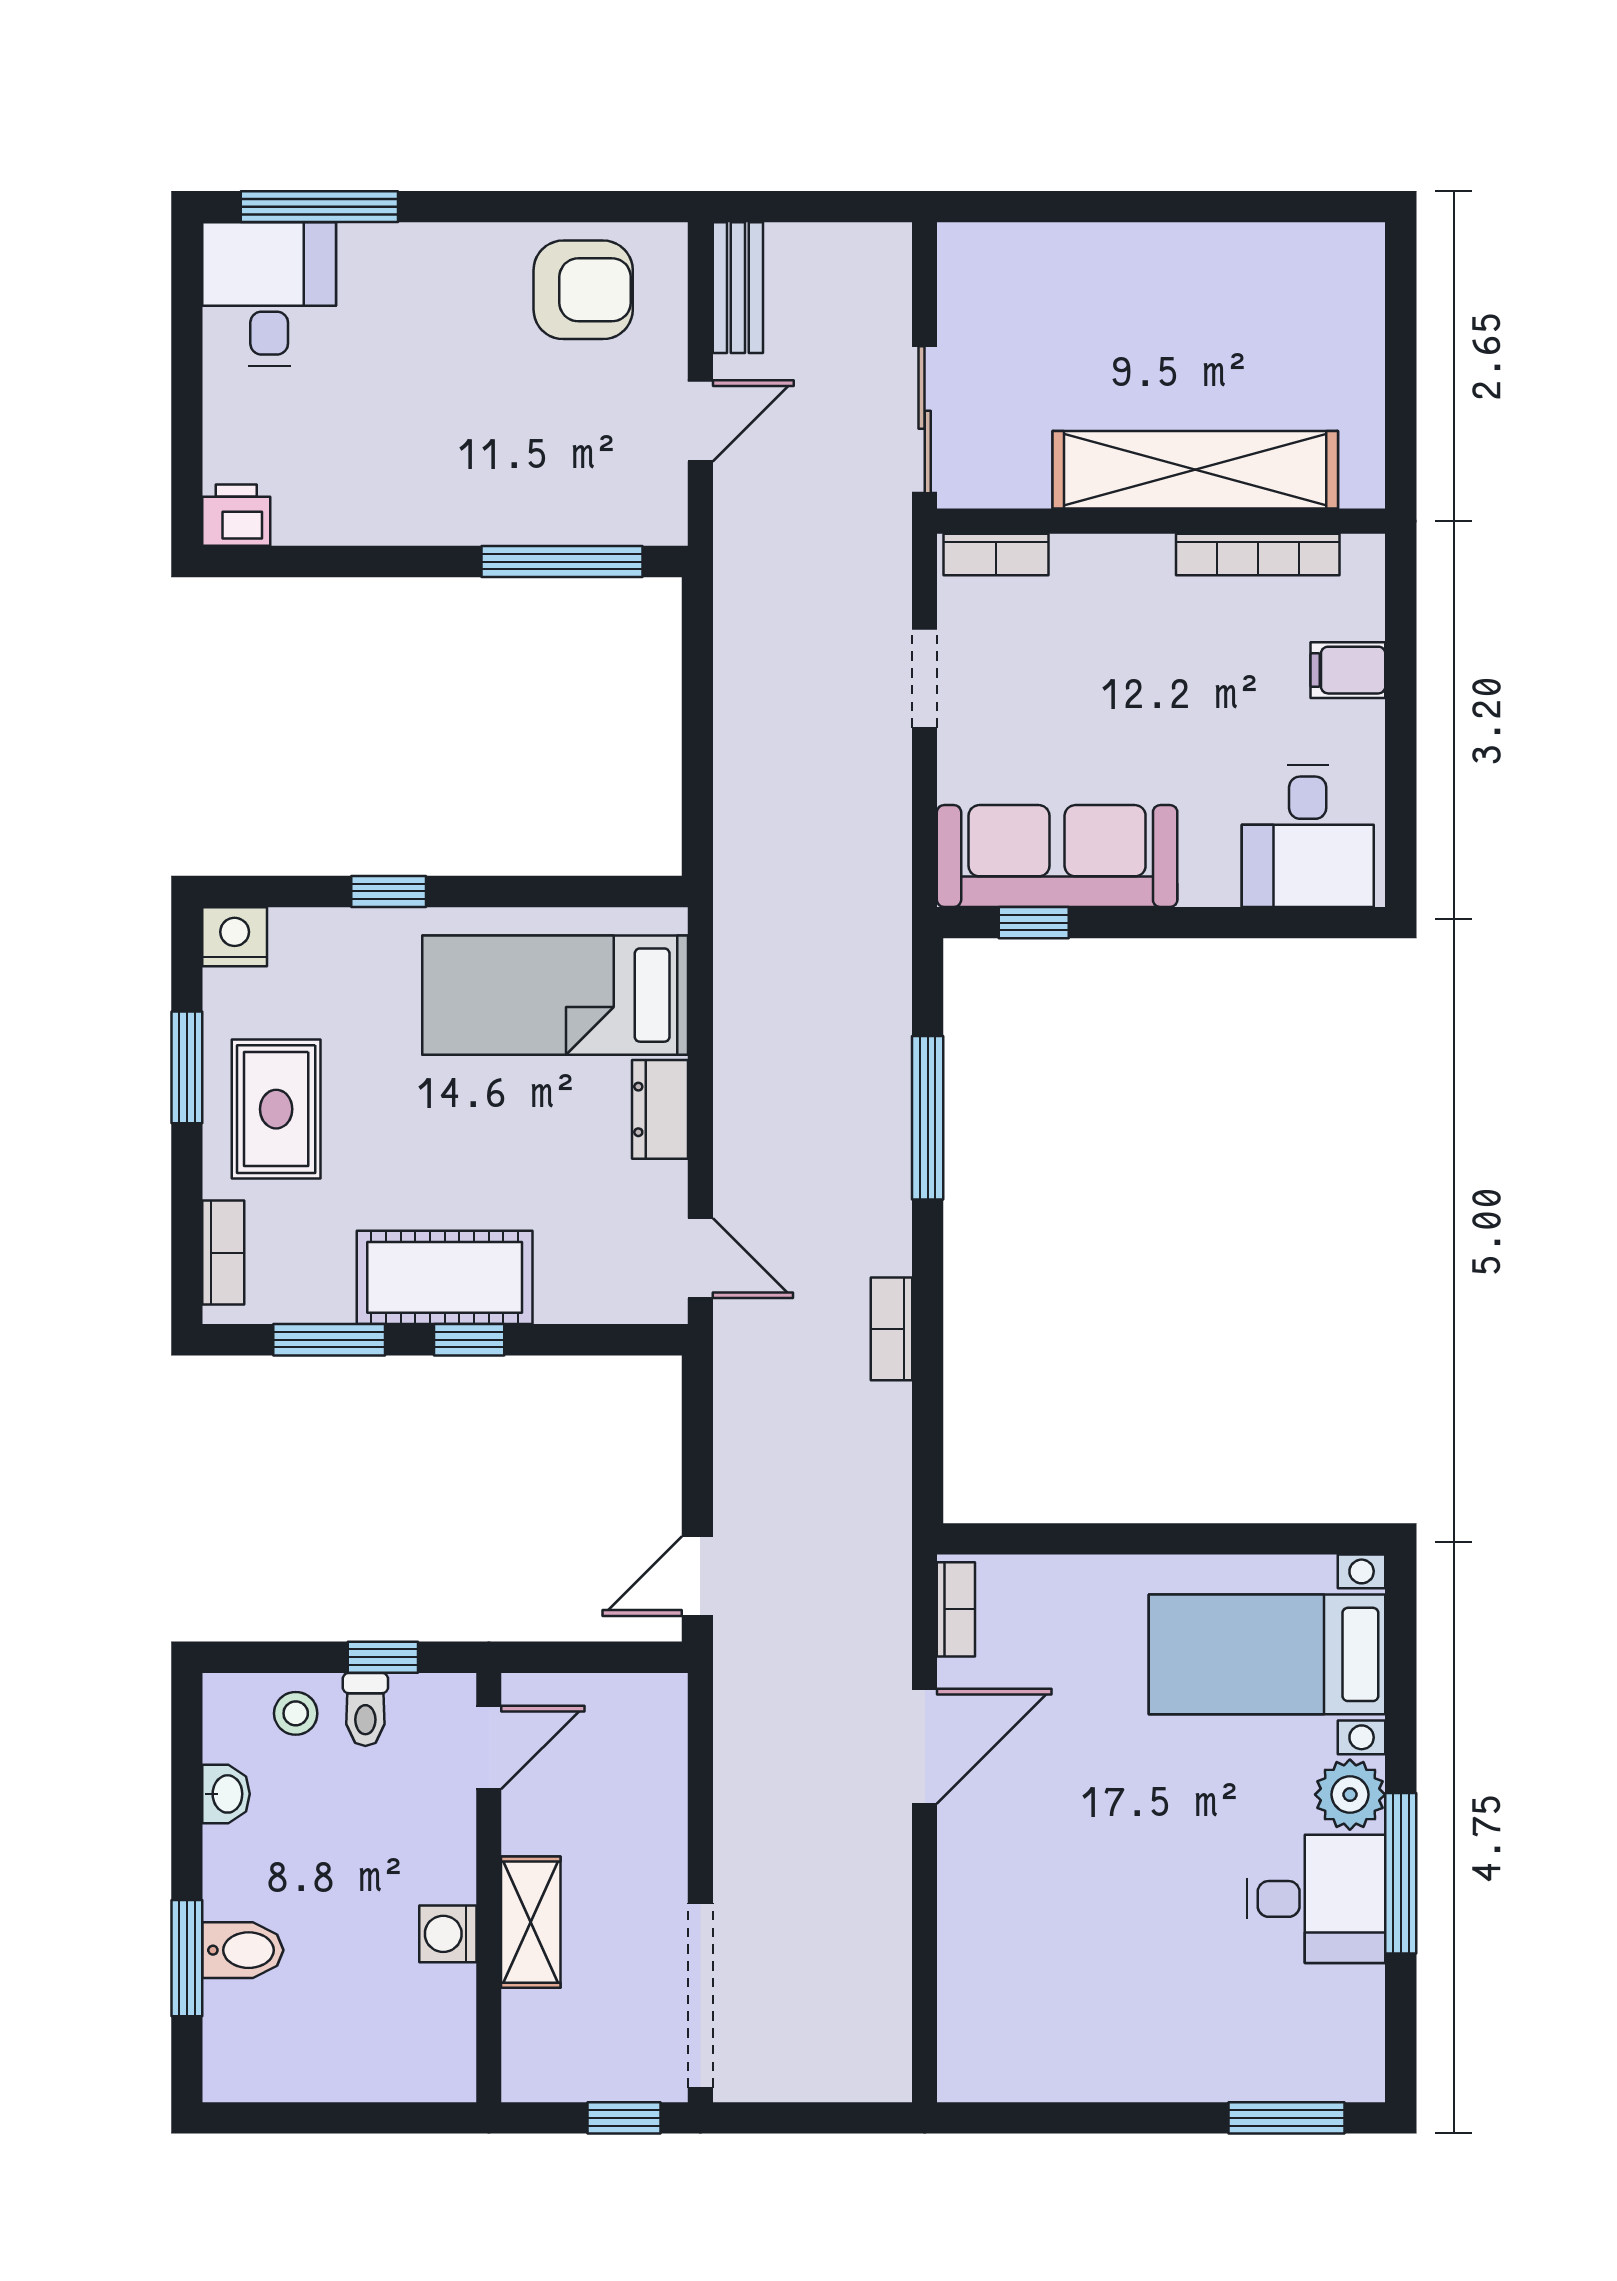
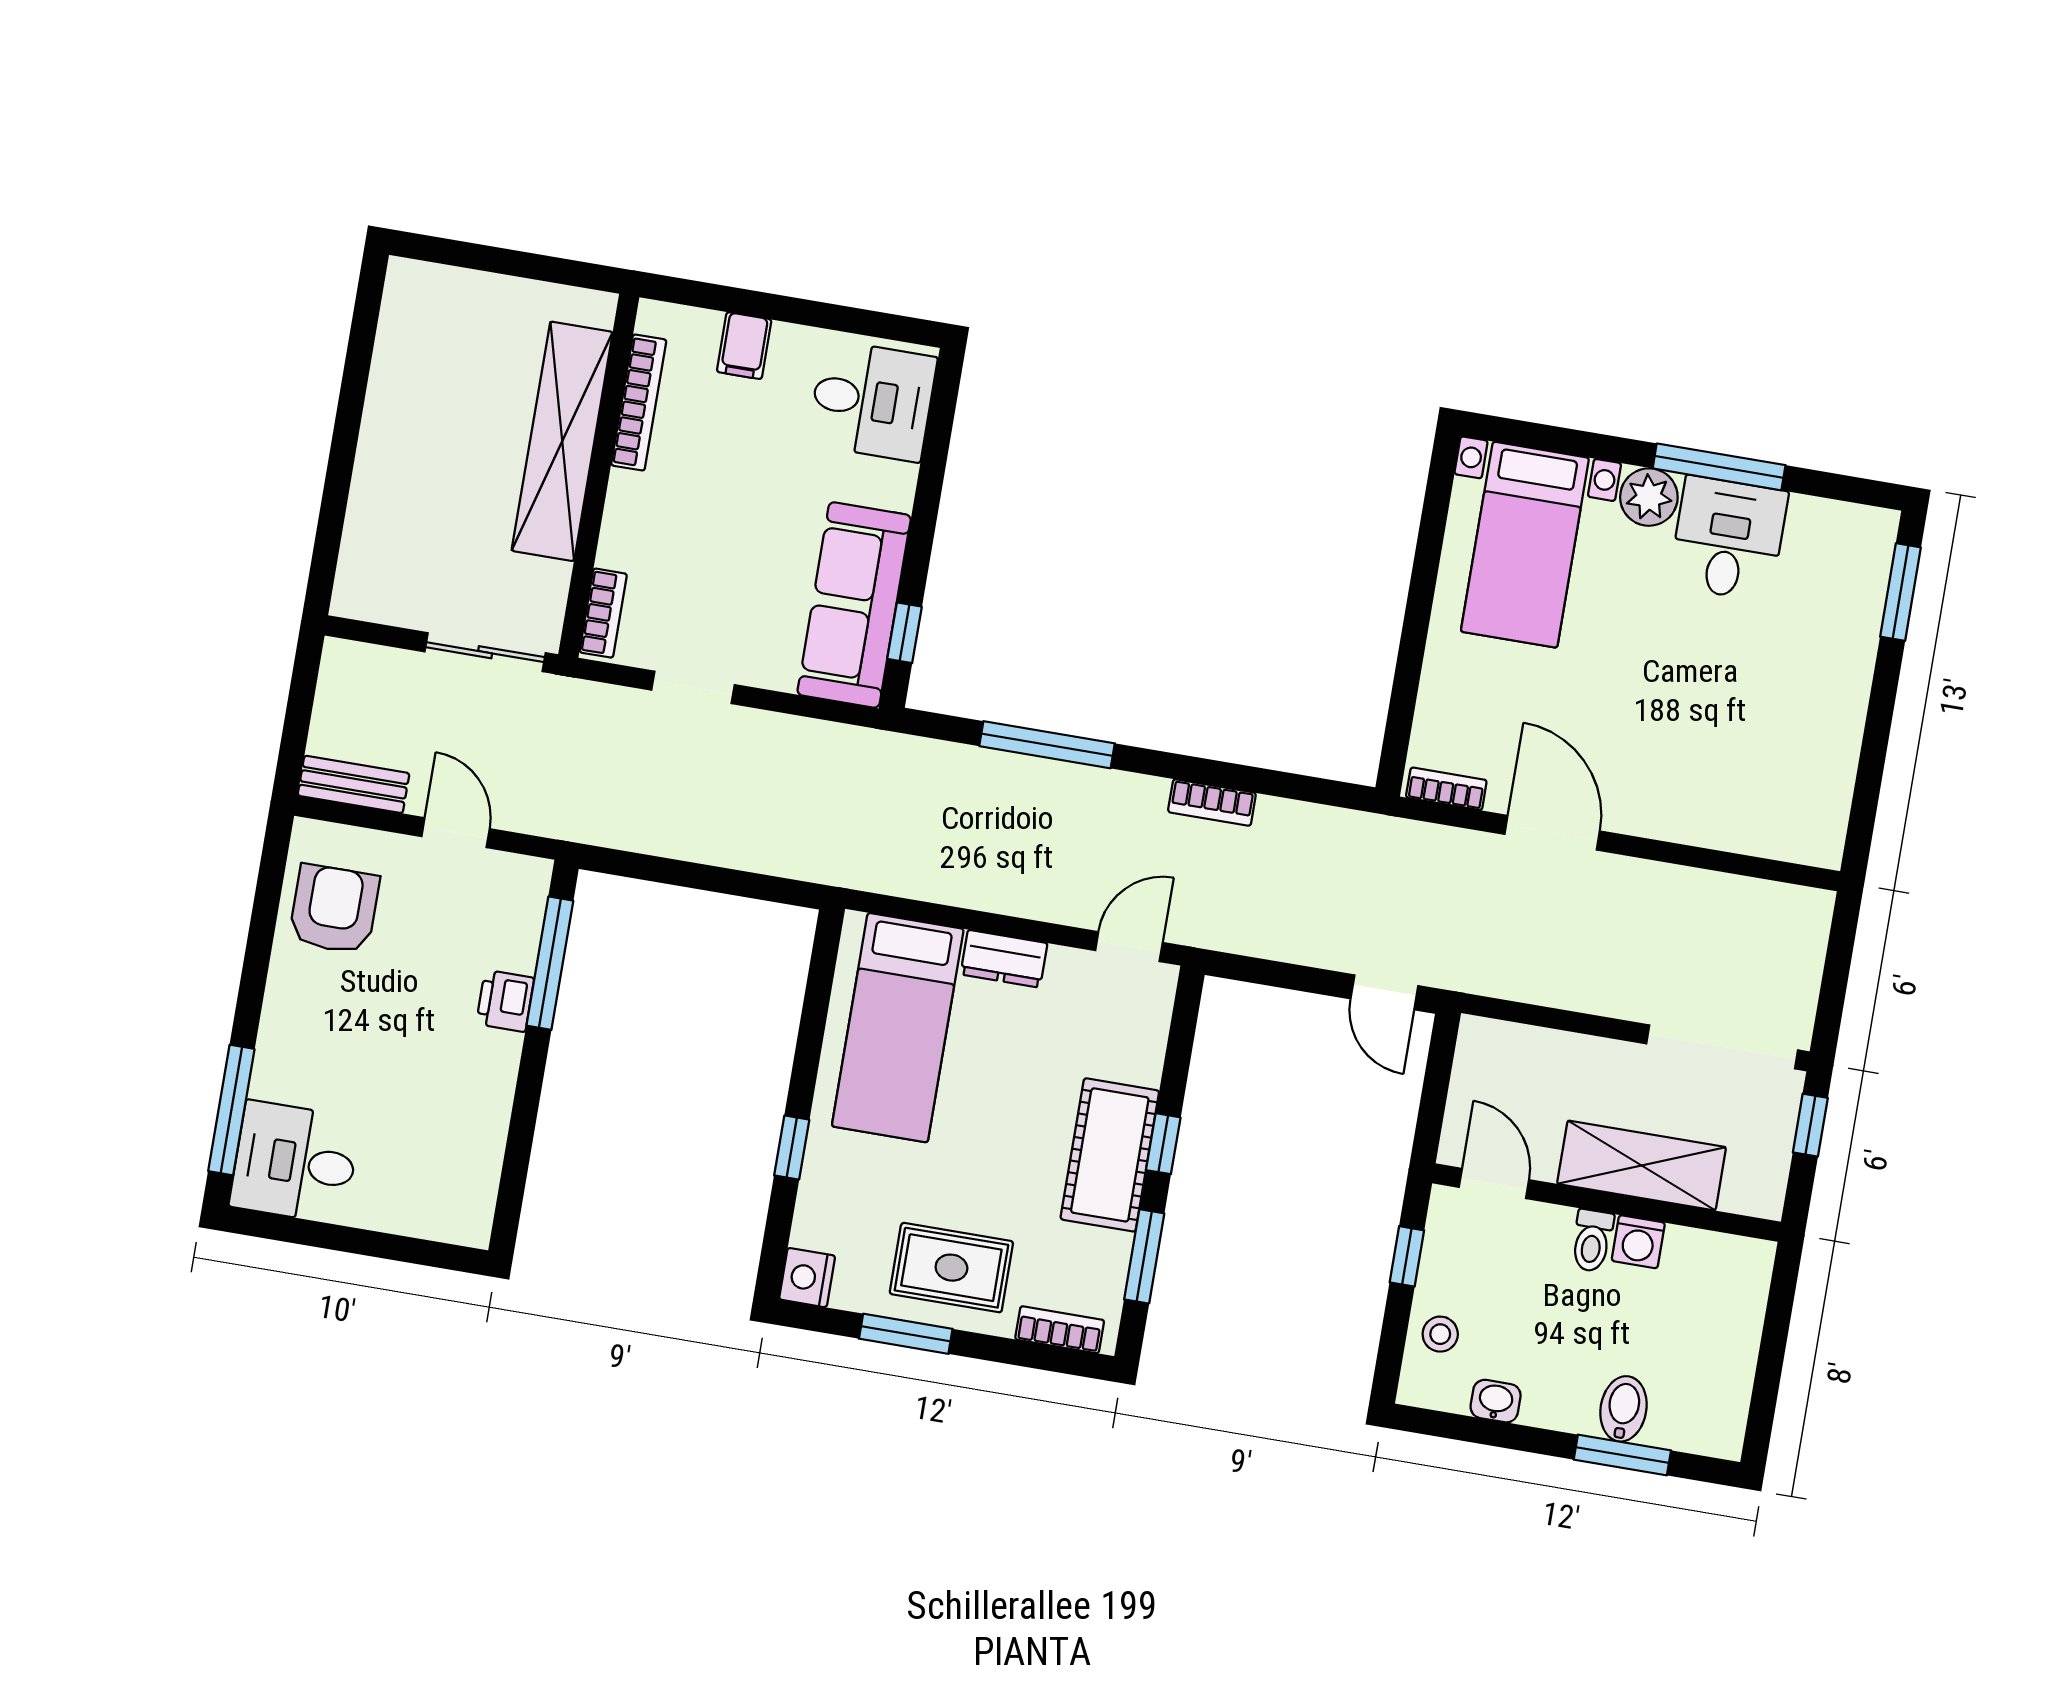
printer: (236, 515) -> (505, 1001), moved
toilet: (365, 1709) -> (1592, 1241), moved, turned 90
shelving: (531, 1922) -> (1642, 1165), width x1.50, depth x1.33

